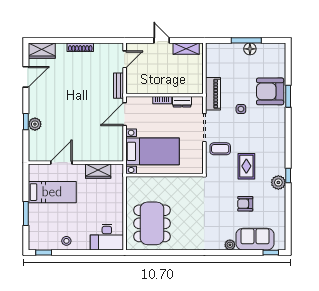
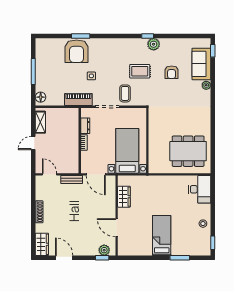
floor lamp: (250, 49) -> (41, 97), moved
door: (61, 163) -> (117, 228), moved
wall: (76, 163) -> (117, 215), moved
wardrobe: (98, 171) -> (124, 197), moved

